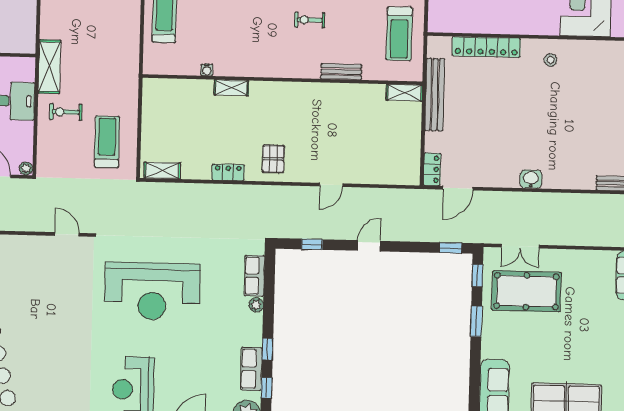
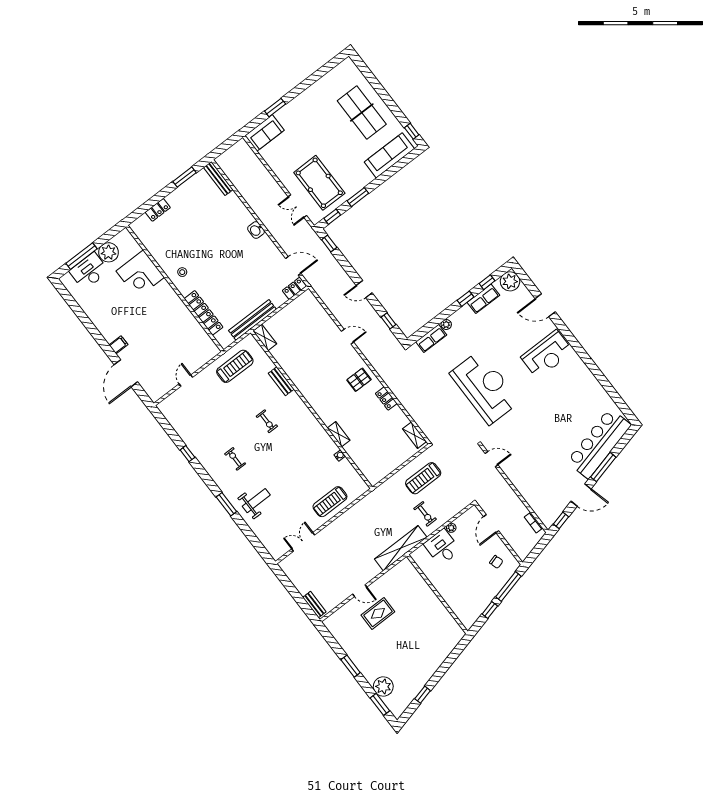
shelving: (49, 67) -> (401, 548), width x1.47
plant: (26, 169) -> (451, 528), moved
door: (67, 234) -> (492, 459), swing flipped
double door: (520, 246) -> (297, 206), swing flipped

